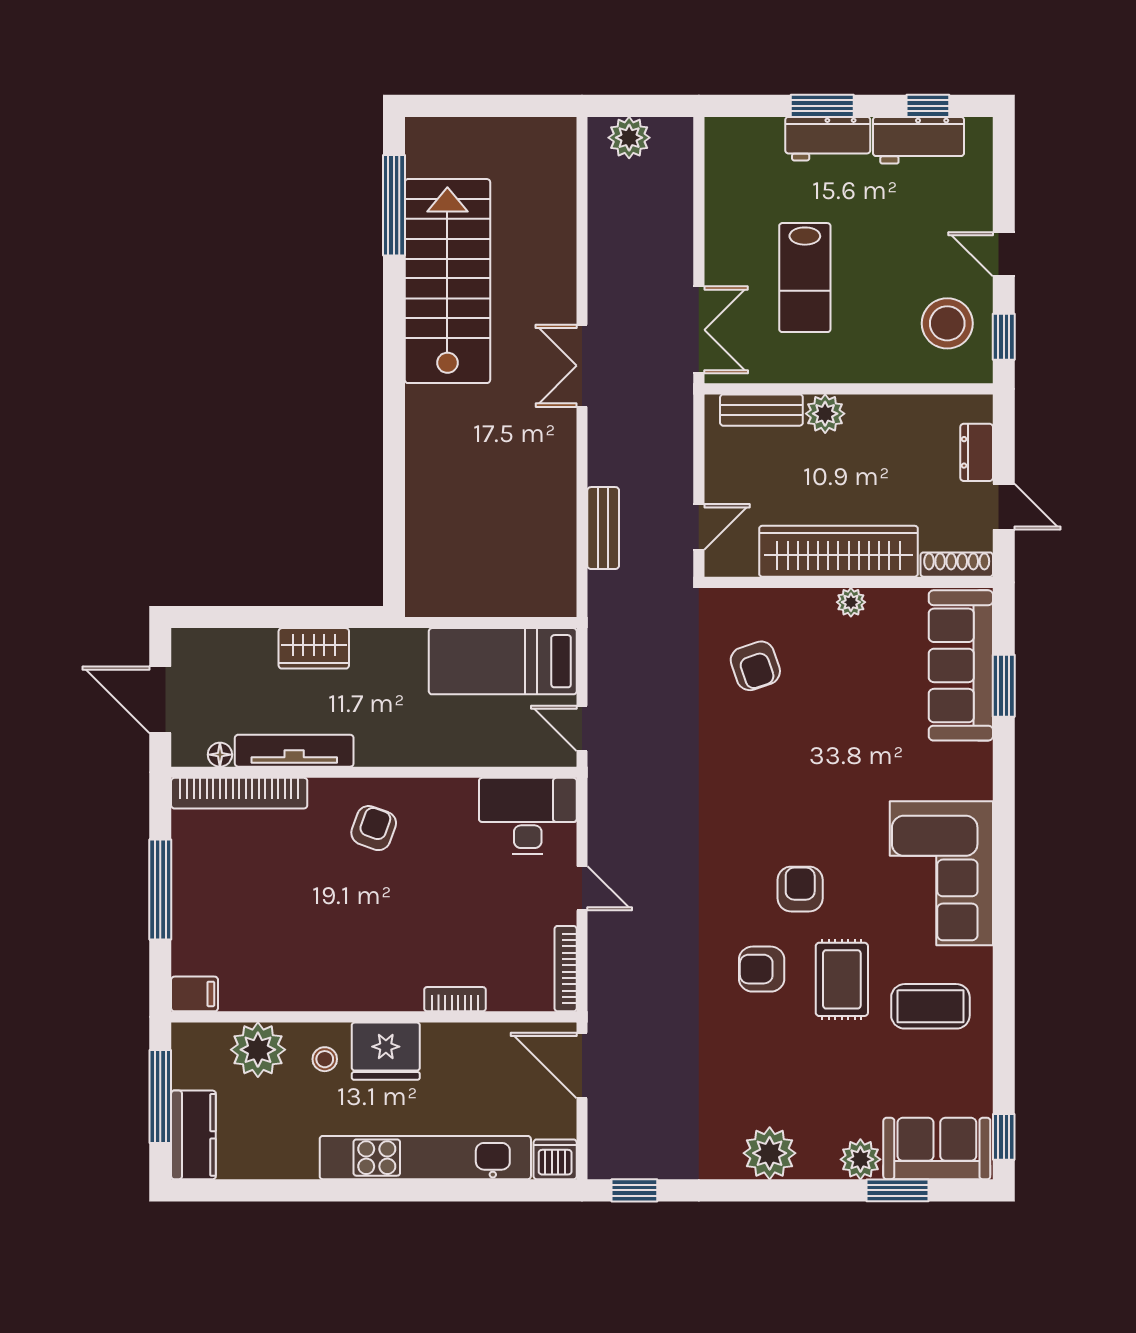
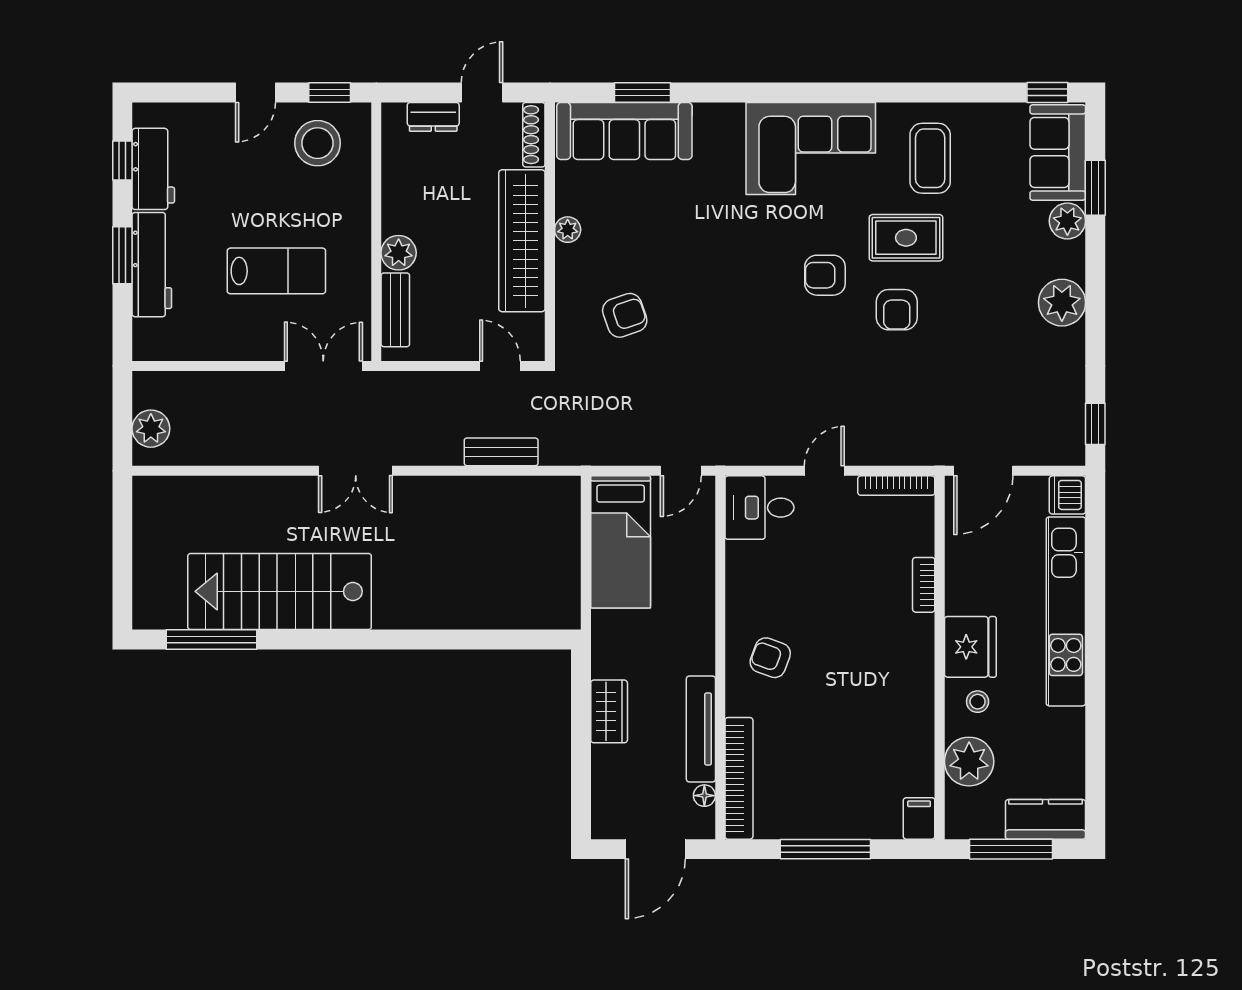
workbench: (828, 139) -> (152, 265), width x1.37
desk: (528, 816) -> (759, 508), width x0.73

